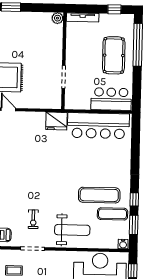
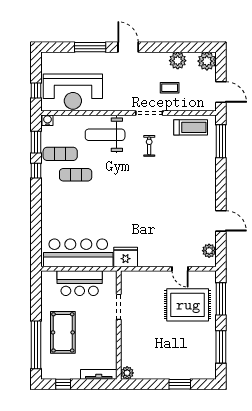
bar counter: (111, 99) -> (80, 283), moved
exercise mat: (99, 195) -> (76, 175), width x0.73, depth x0.69

